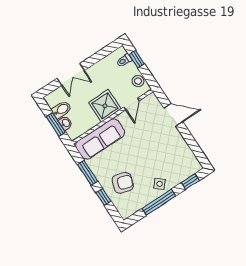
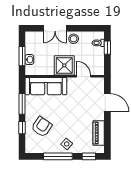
stool: (138, 81) -> (74, 39), moved
door: (132, 104) -> (84, 76), swing flipped
bidet: (61, 110) -> (33, 48), removed
piano: (185, 151) -> (99, 133), added
armchair: (123, 183) -> (42, 127), turned -74

